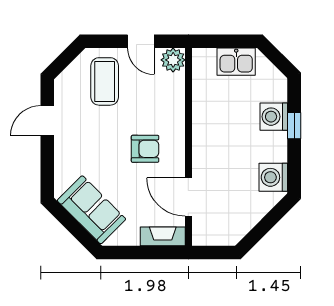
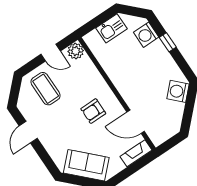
washing machine: (274, 117) -> (146, 35), moved
armchair: (145, 149) -> (93, 111), turned 180
washing machine: (273, 177) -> (178, 91), moved, turned 45

